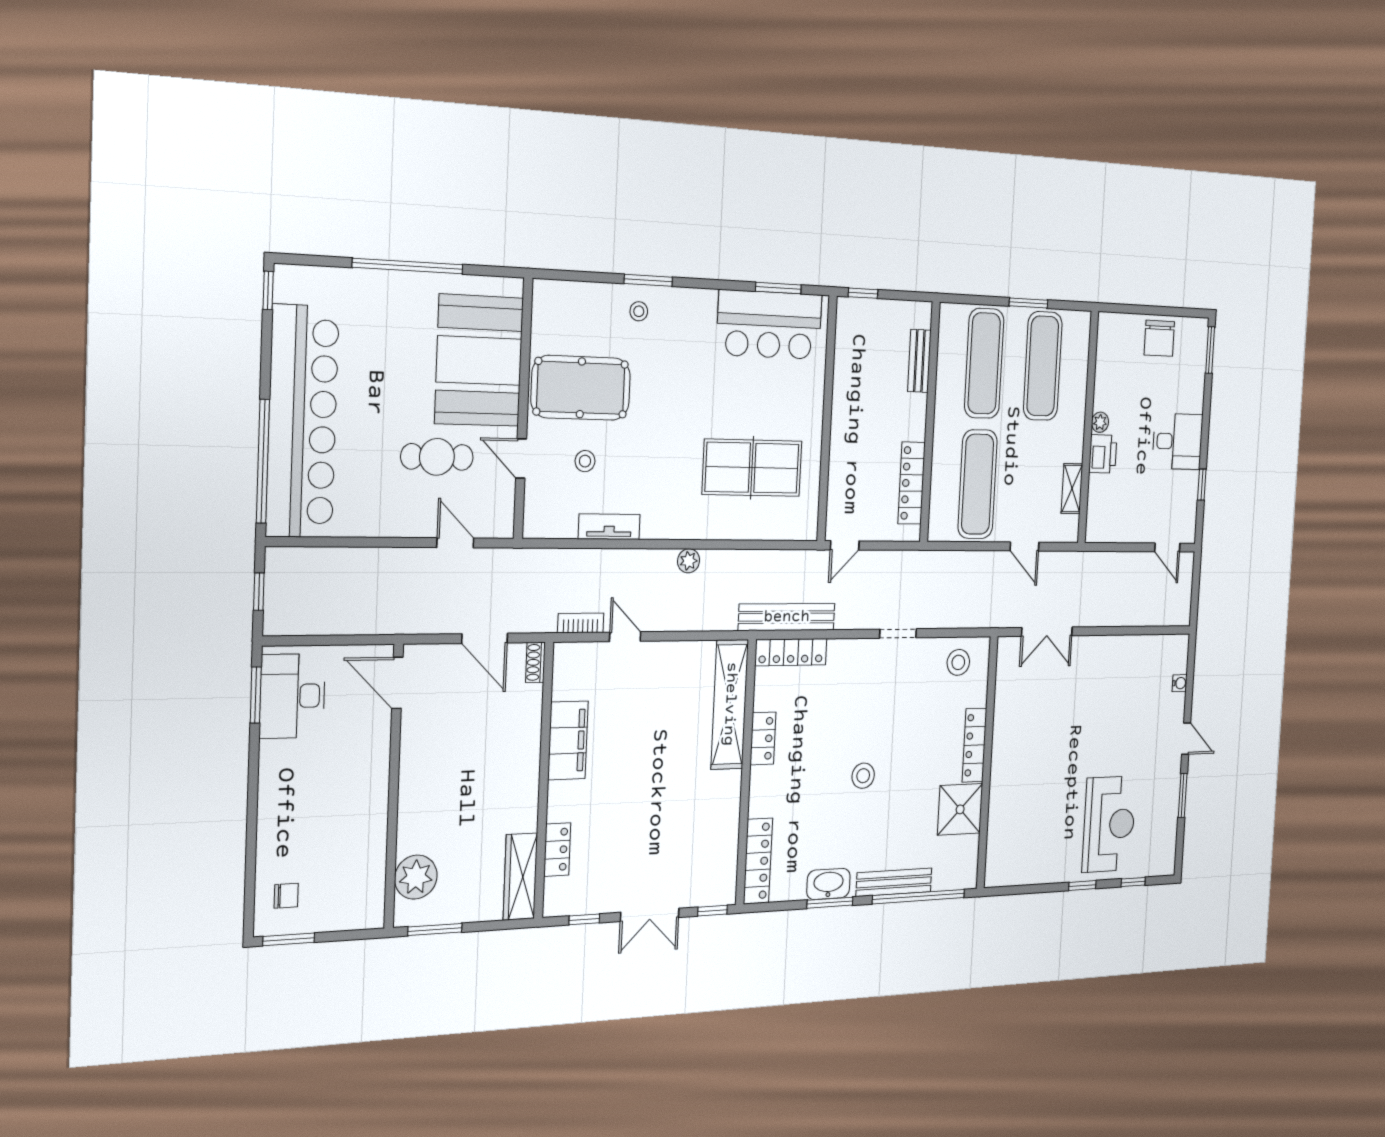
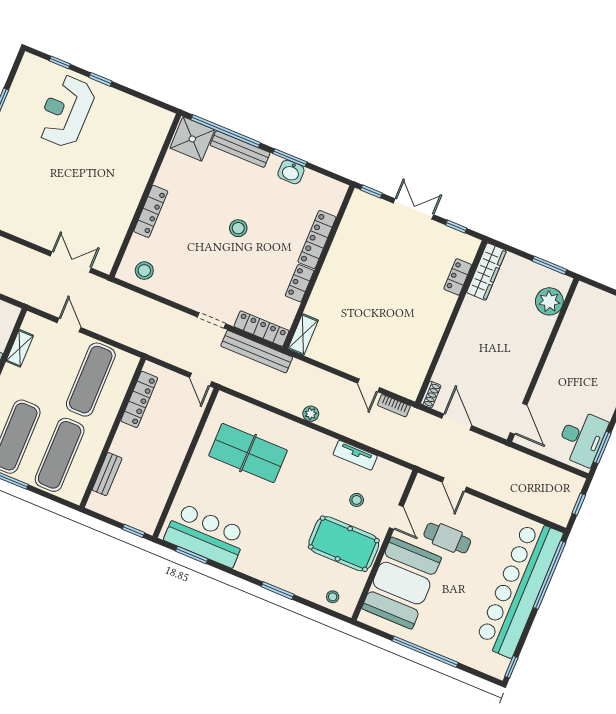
stool: (639, 311) -> (333, 597), moved
door: (845, 545) -> (201, 380), swing flipped
doorway: (898, 633) -> (211, 320), moved
shelving: (730, 704) -> (303, 335), width x0.45, depth x0.75
filing cabinet: (568, 740) -> (427, 339), removed
shower: (960, 809) -> (192, 139), moved
locker: (758, 861) -> (317, 240), moved
washbasin: (828, 884) -> (291, 172), width x0.72

